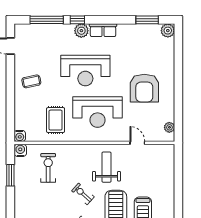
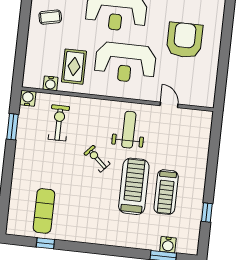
armchair: (144, 88) -> (185, 40), turned 180
plant: (169, 127) -> (209, 90), removed
water cooler: (20, 136) -> (50, 83), moved

